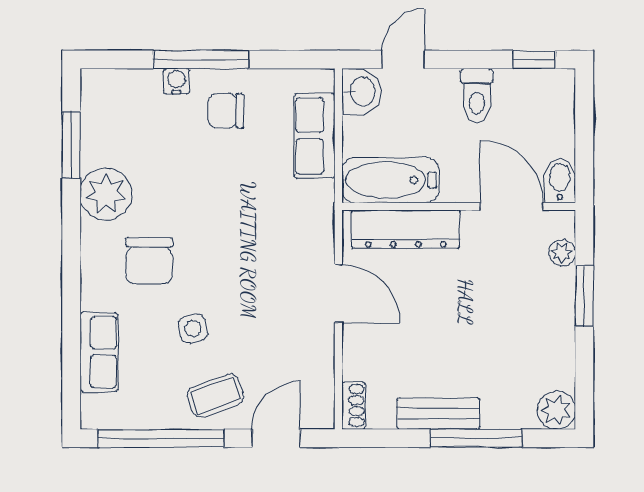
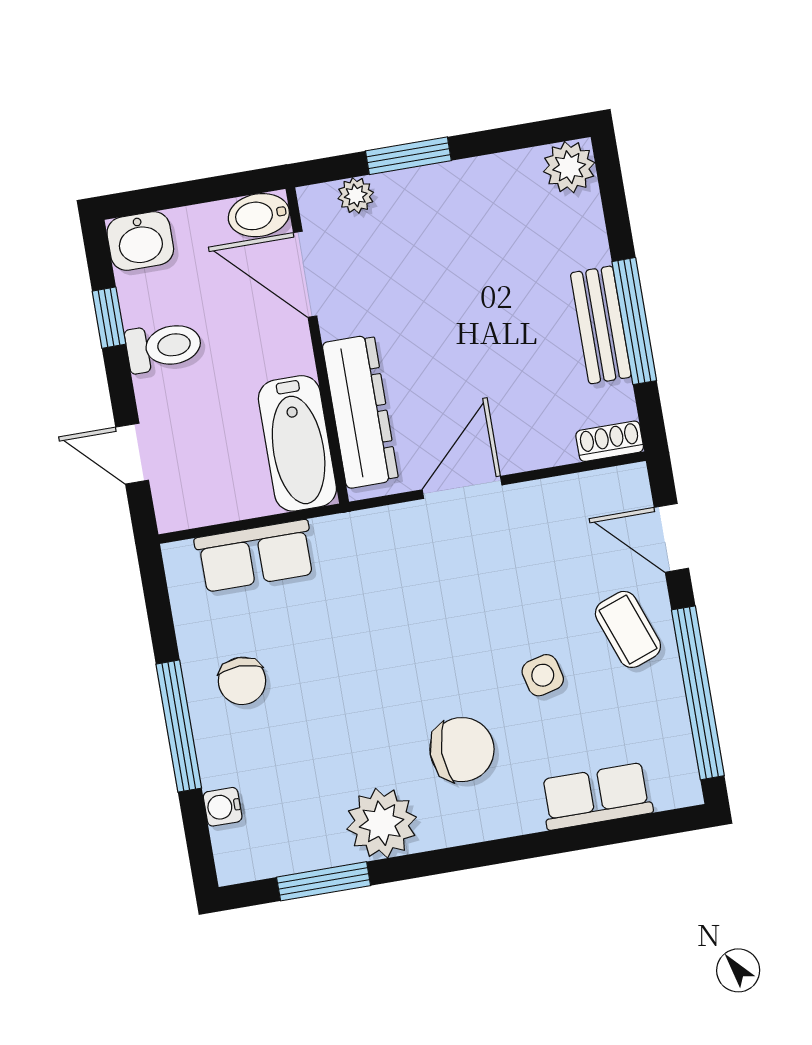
window: (534, 60) -> (109, 318), moved
water cooler: (176, 81) -> (223, 807), moved
washbasin: (362, 92) -> (140, 241), moved, turned 180
door: (511, 206) -> (305, 274), hinge flipped
window: (476, 438) -> (634, 321), moved

